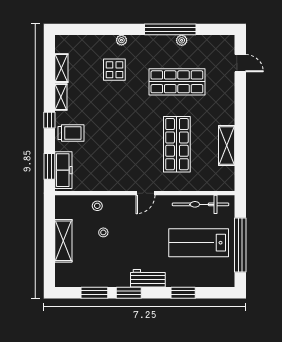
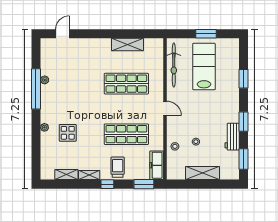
shop shelf: (177, 82) -> (126, 134), moved, turned 90
freezer: (63, 170) -> (157, 165), moved, turned -90
lab bench: (199, 243) -> (204, 67), turned 180
window: (240, 245) -> (206, 34), width x0.47
workbench: (148, 278) -> (232, 137), moved
window: (94, 293) -> (243, 159), moved

